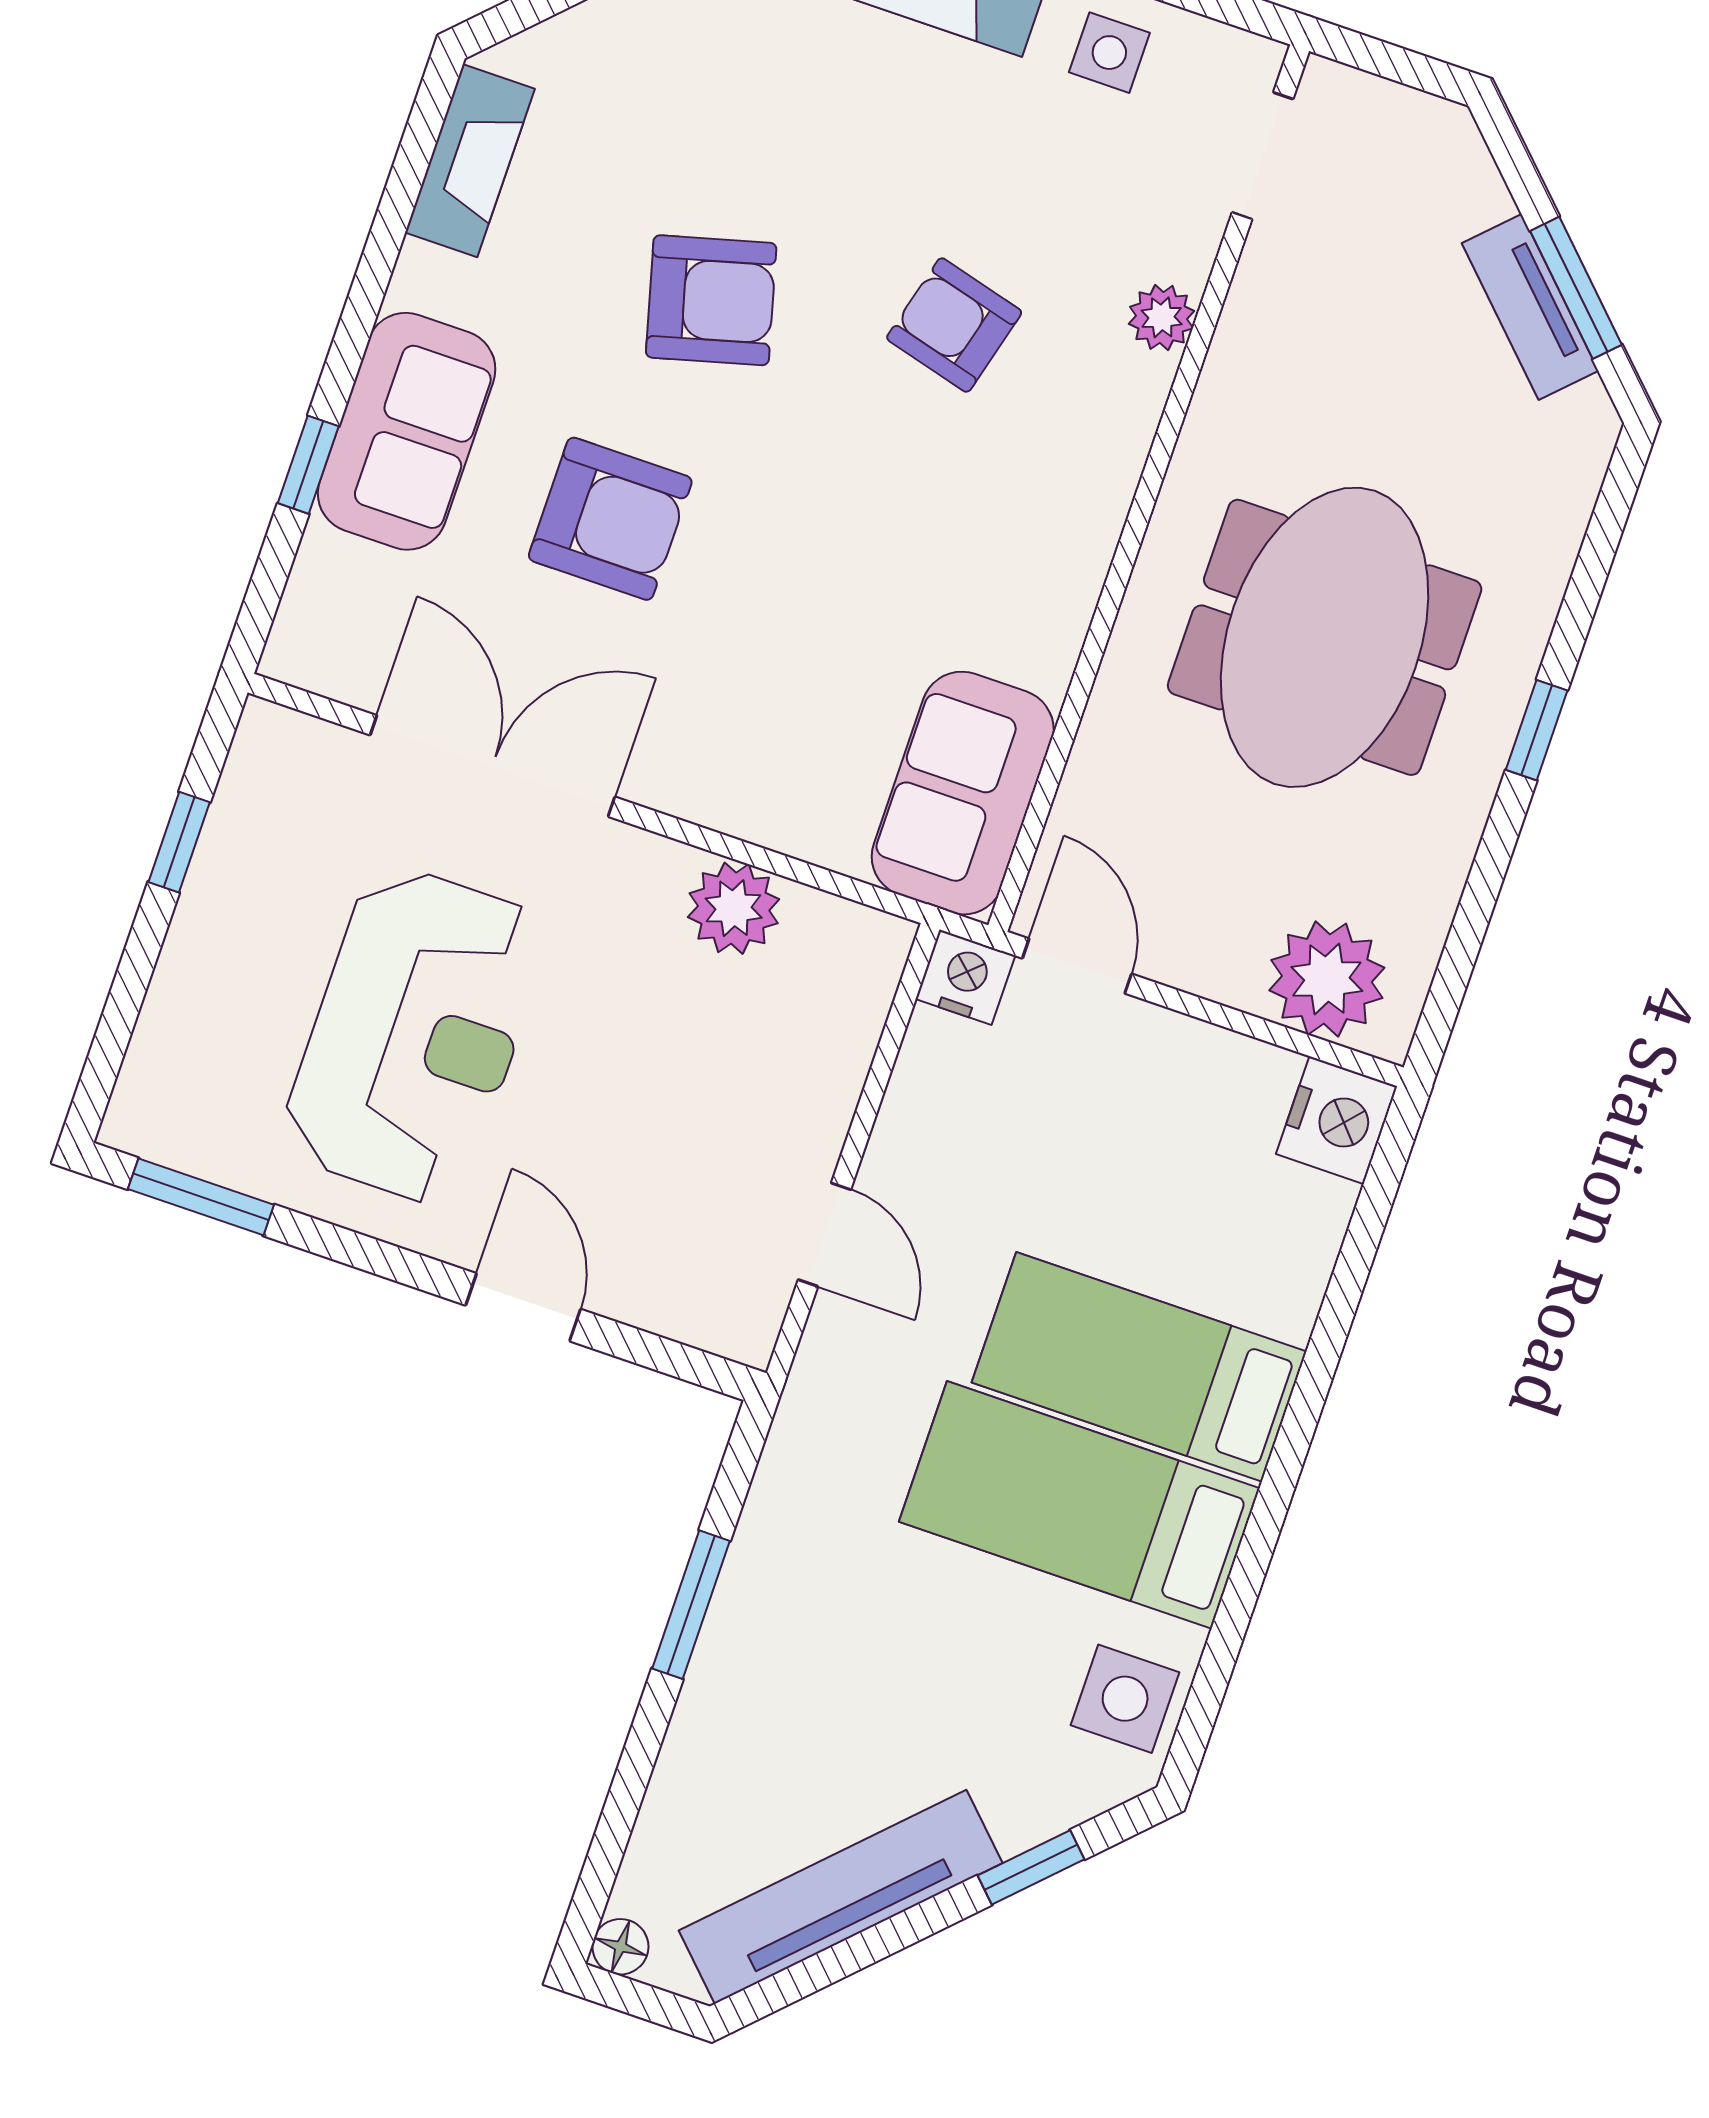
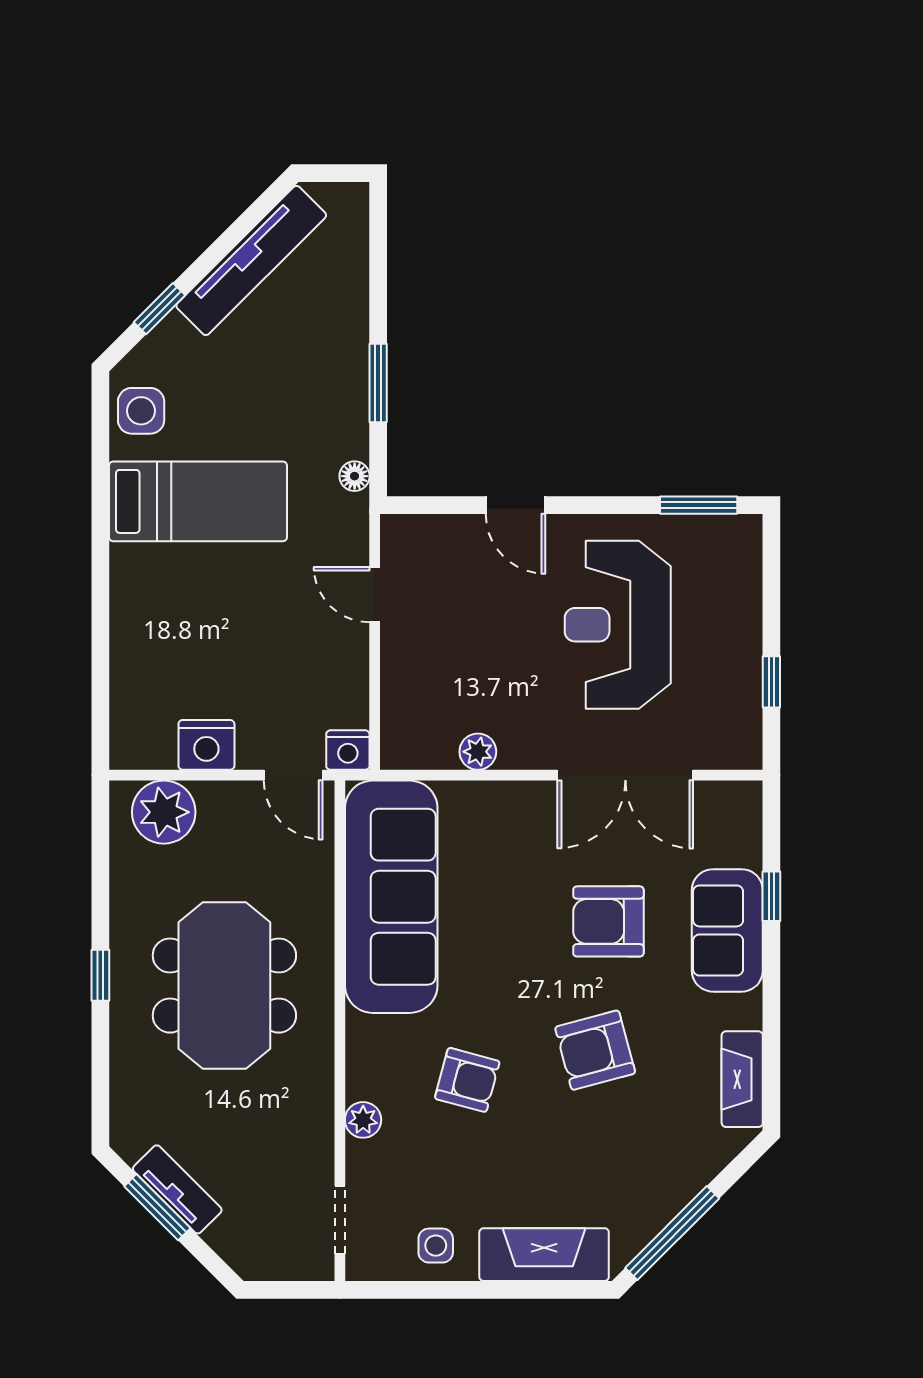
sofa: (963, 793) -> (391, 897), width x1.85, depth x1.27
plant: (734, 908) -> (478, 752), width x0.73, depth x0.73
nightstand: (1337, 1120) -> (206, 745), moved, turned -90
bed: (1139, 1367) -> (192, 582), removed
floor lamp: (620, 1947) -> (355, 476), moved

